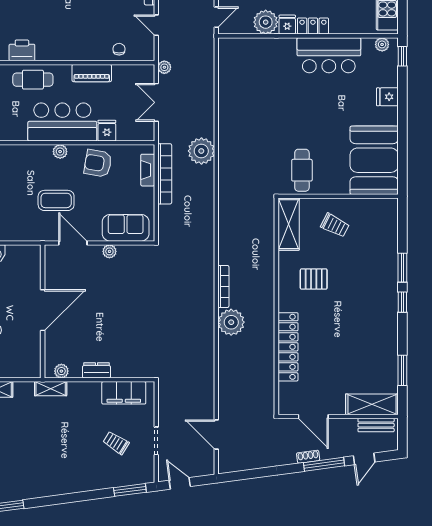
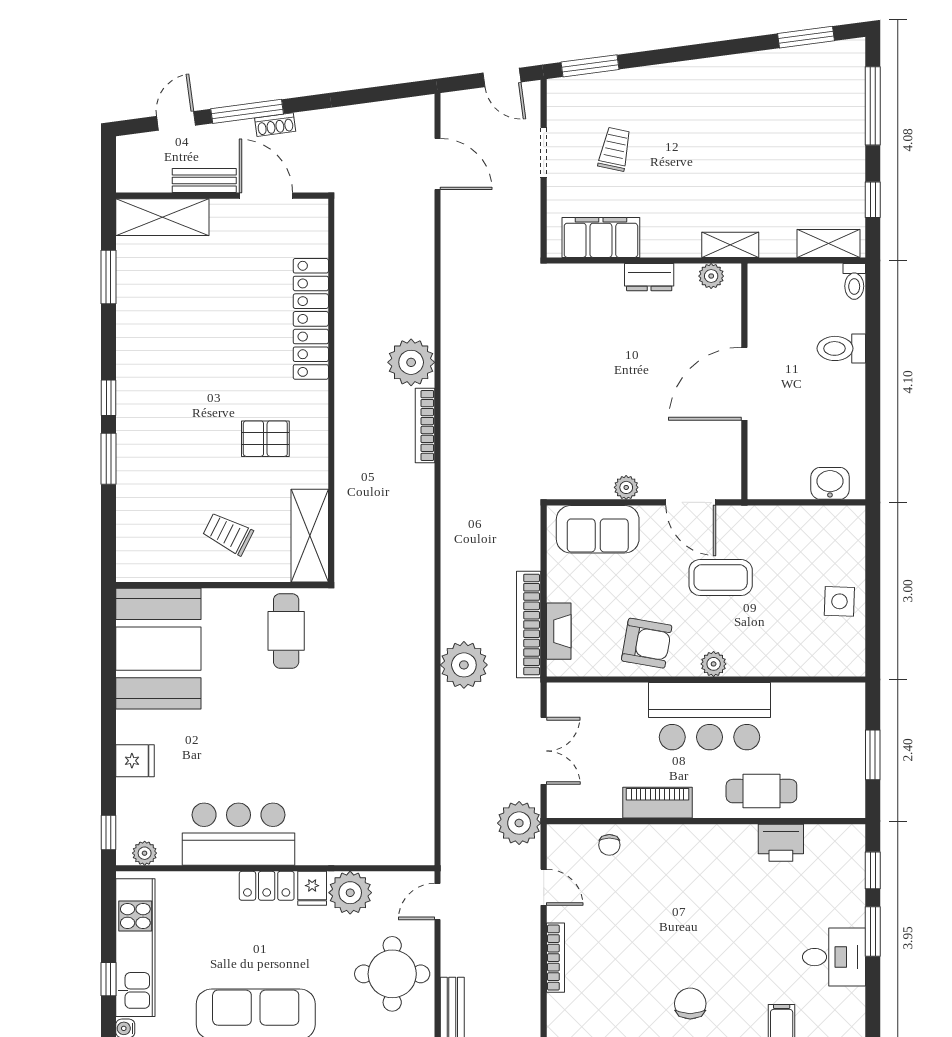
plant: (164, 67) -> (519, 823), width x1.88, depth x1.88
fridge: (107, 131) -> (631, 701), removed
bench: (376, 425) -> (204, 181), moved
trolley: (116, 443) -> (615, 149), turned -110

